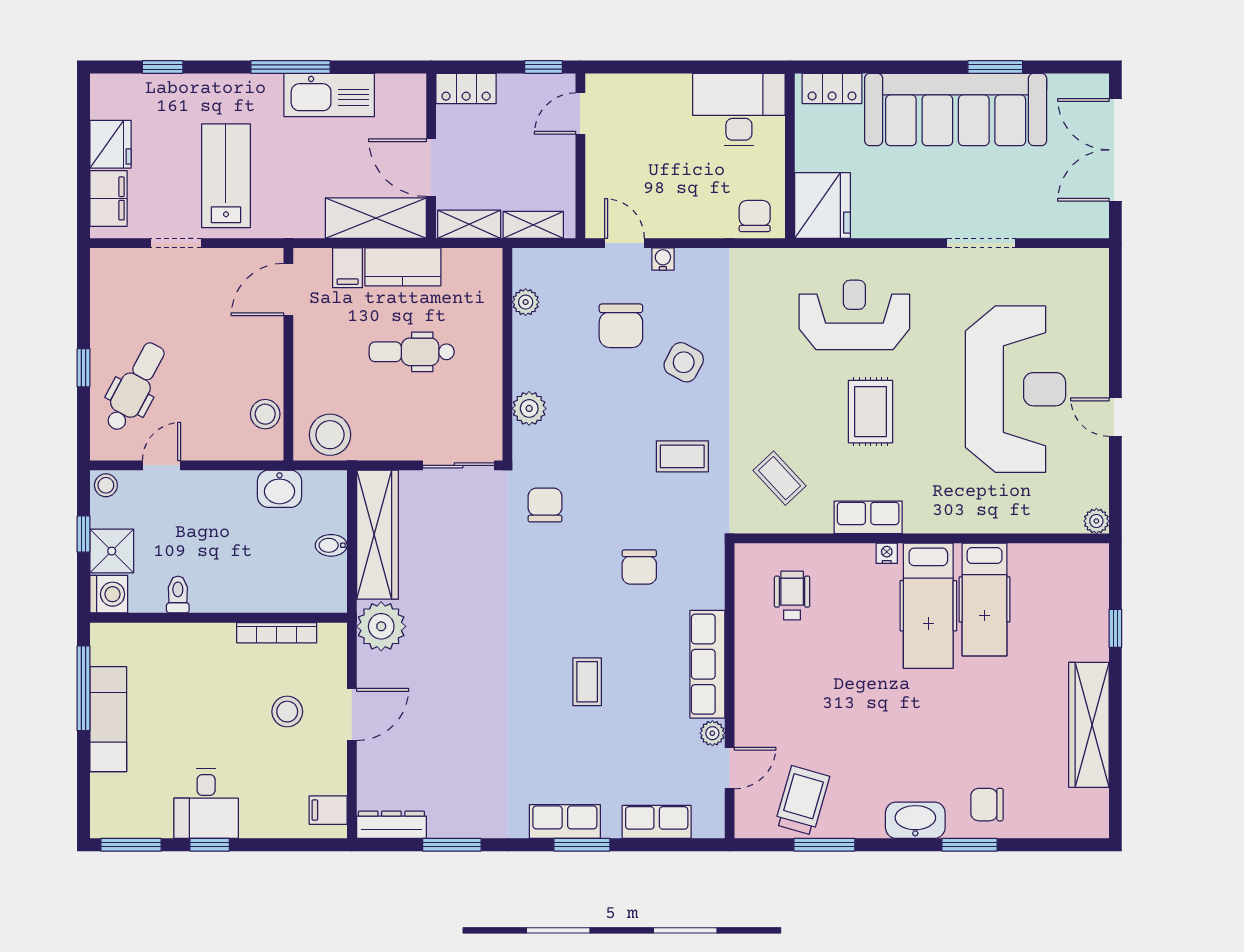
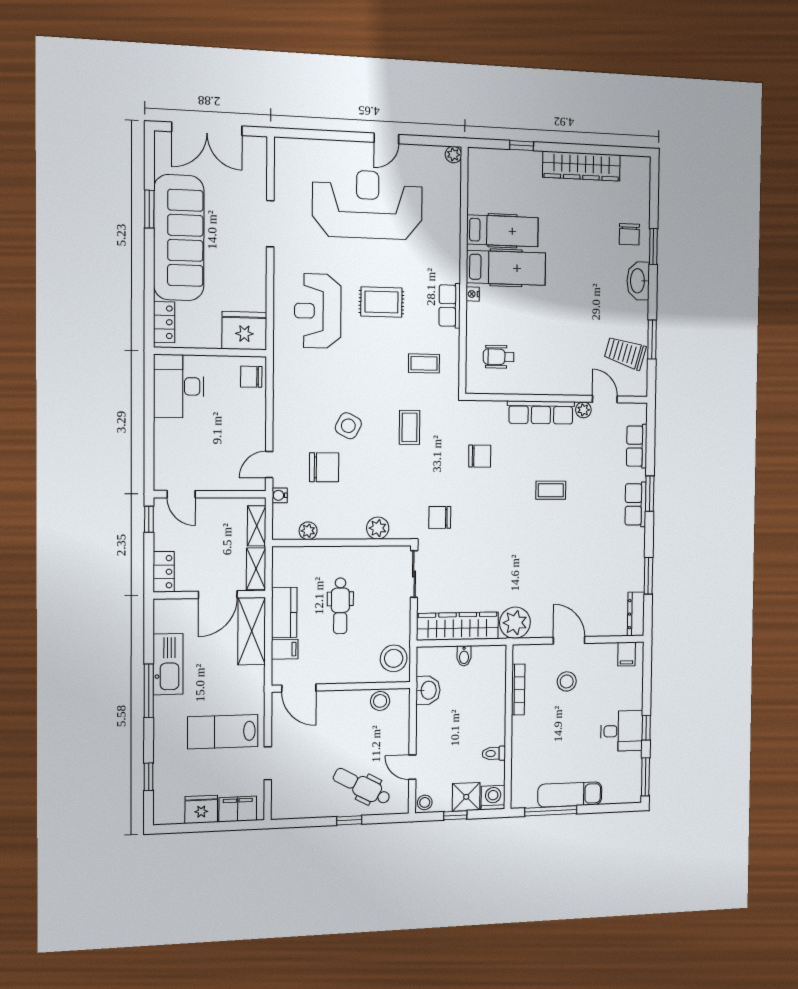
water cooler: (663, 259) -> (280, 495), moved
coffee table: (780, 478) -> (424, 363), turned 43

